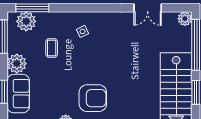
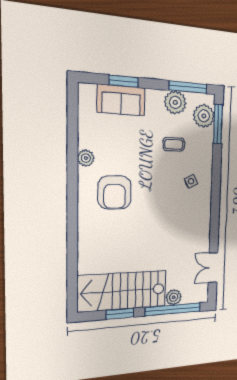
double door: (148, 8) -> (213, 268), moved
plant: (185, 19) -> (174, 297), moved
plant: (17, 64) -> (175, 102), moved

